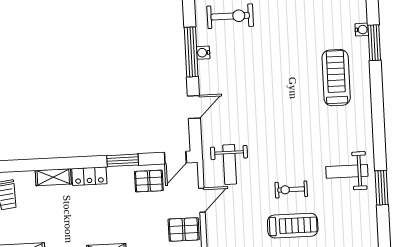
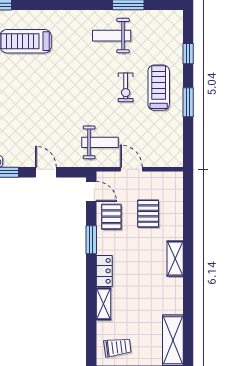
weight bench: (347, 171) -> (112, 36), turned 90
pallet: (184, 229) -> (148, 214), moved

